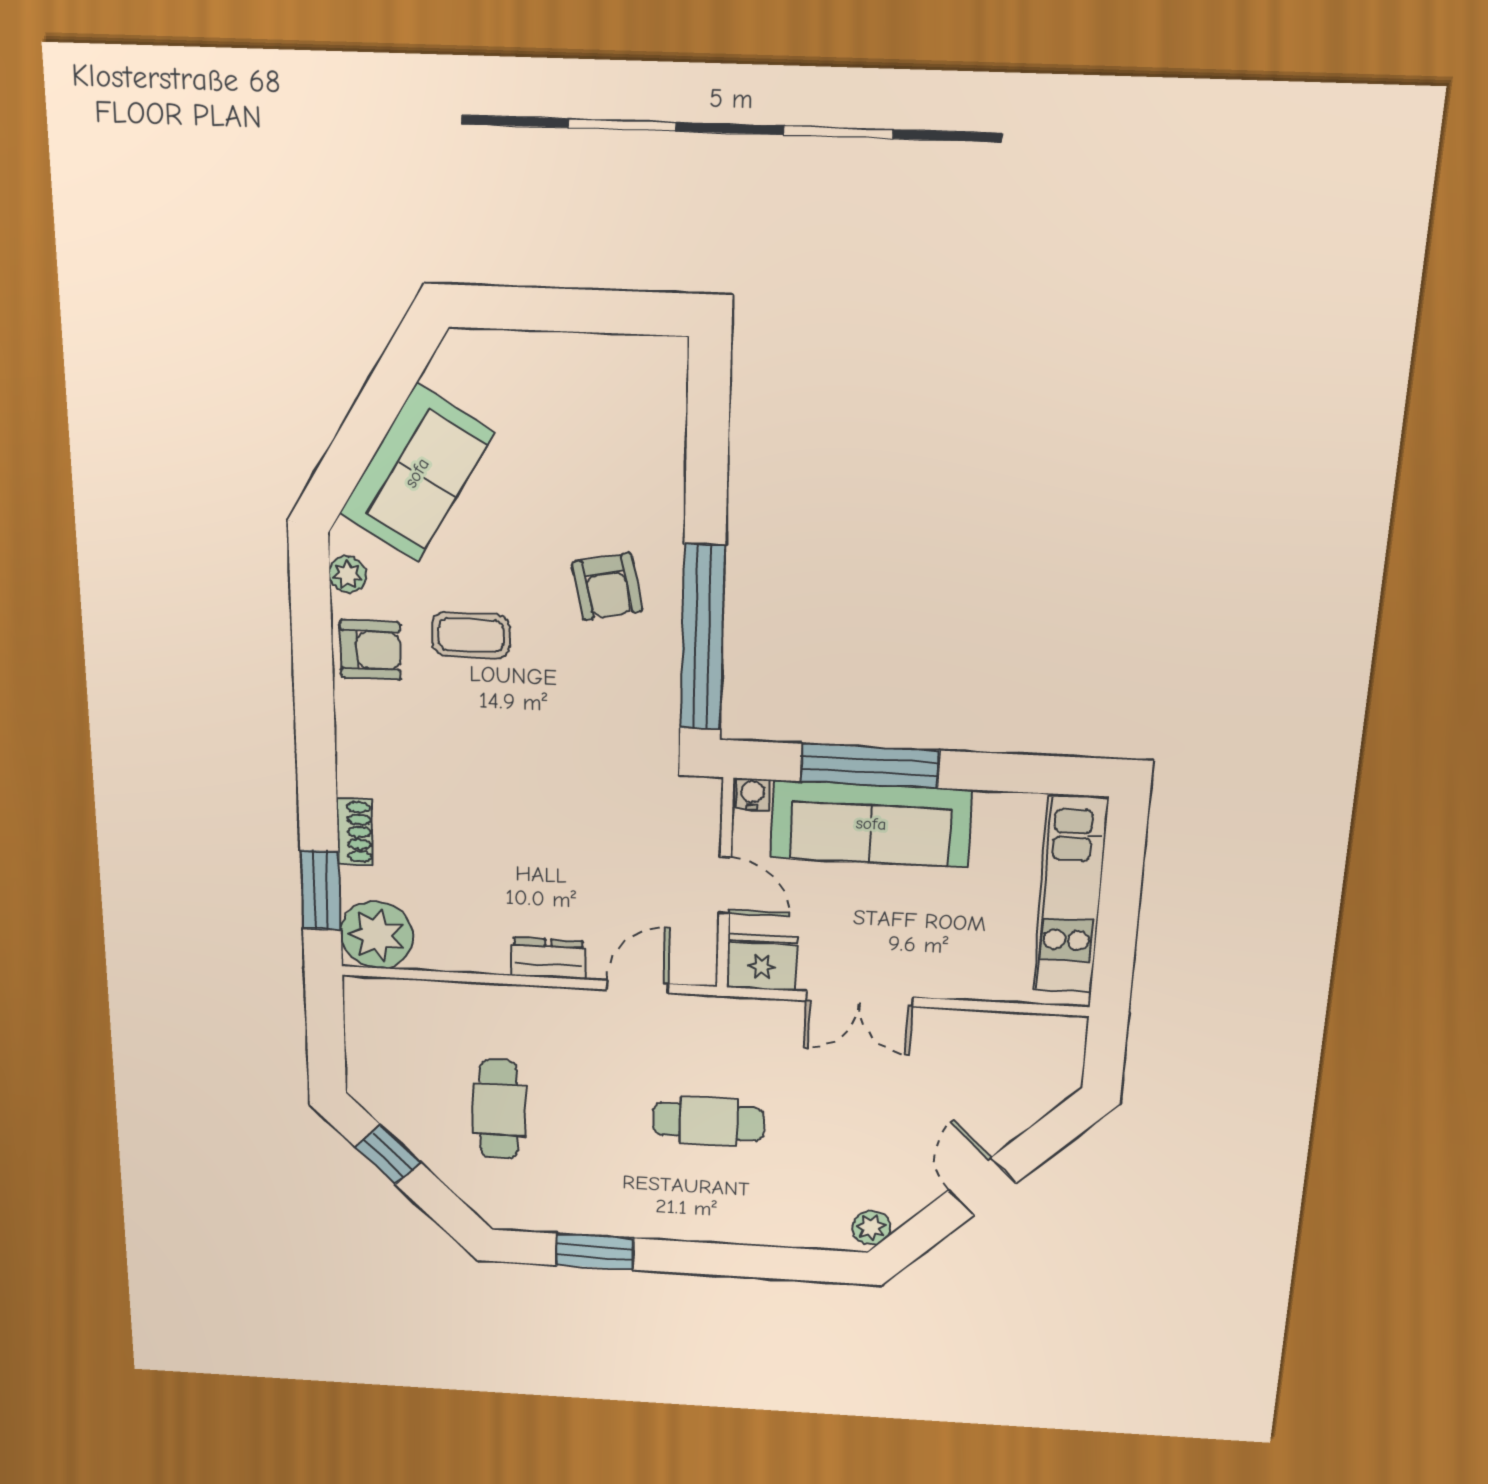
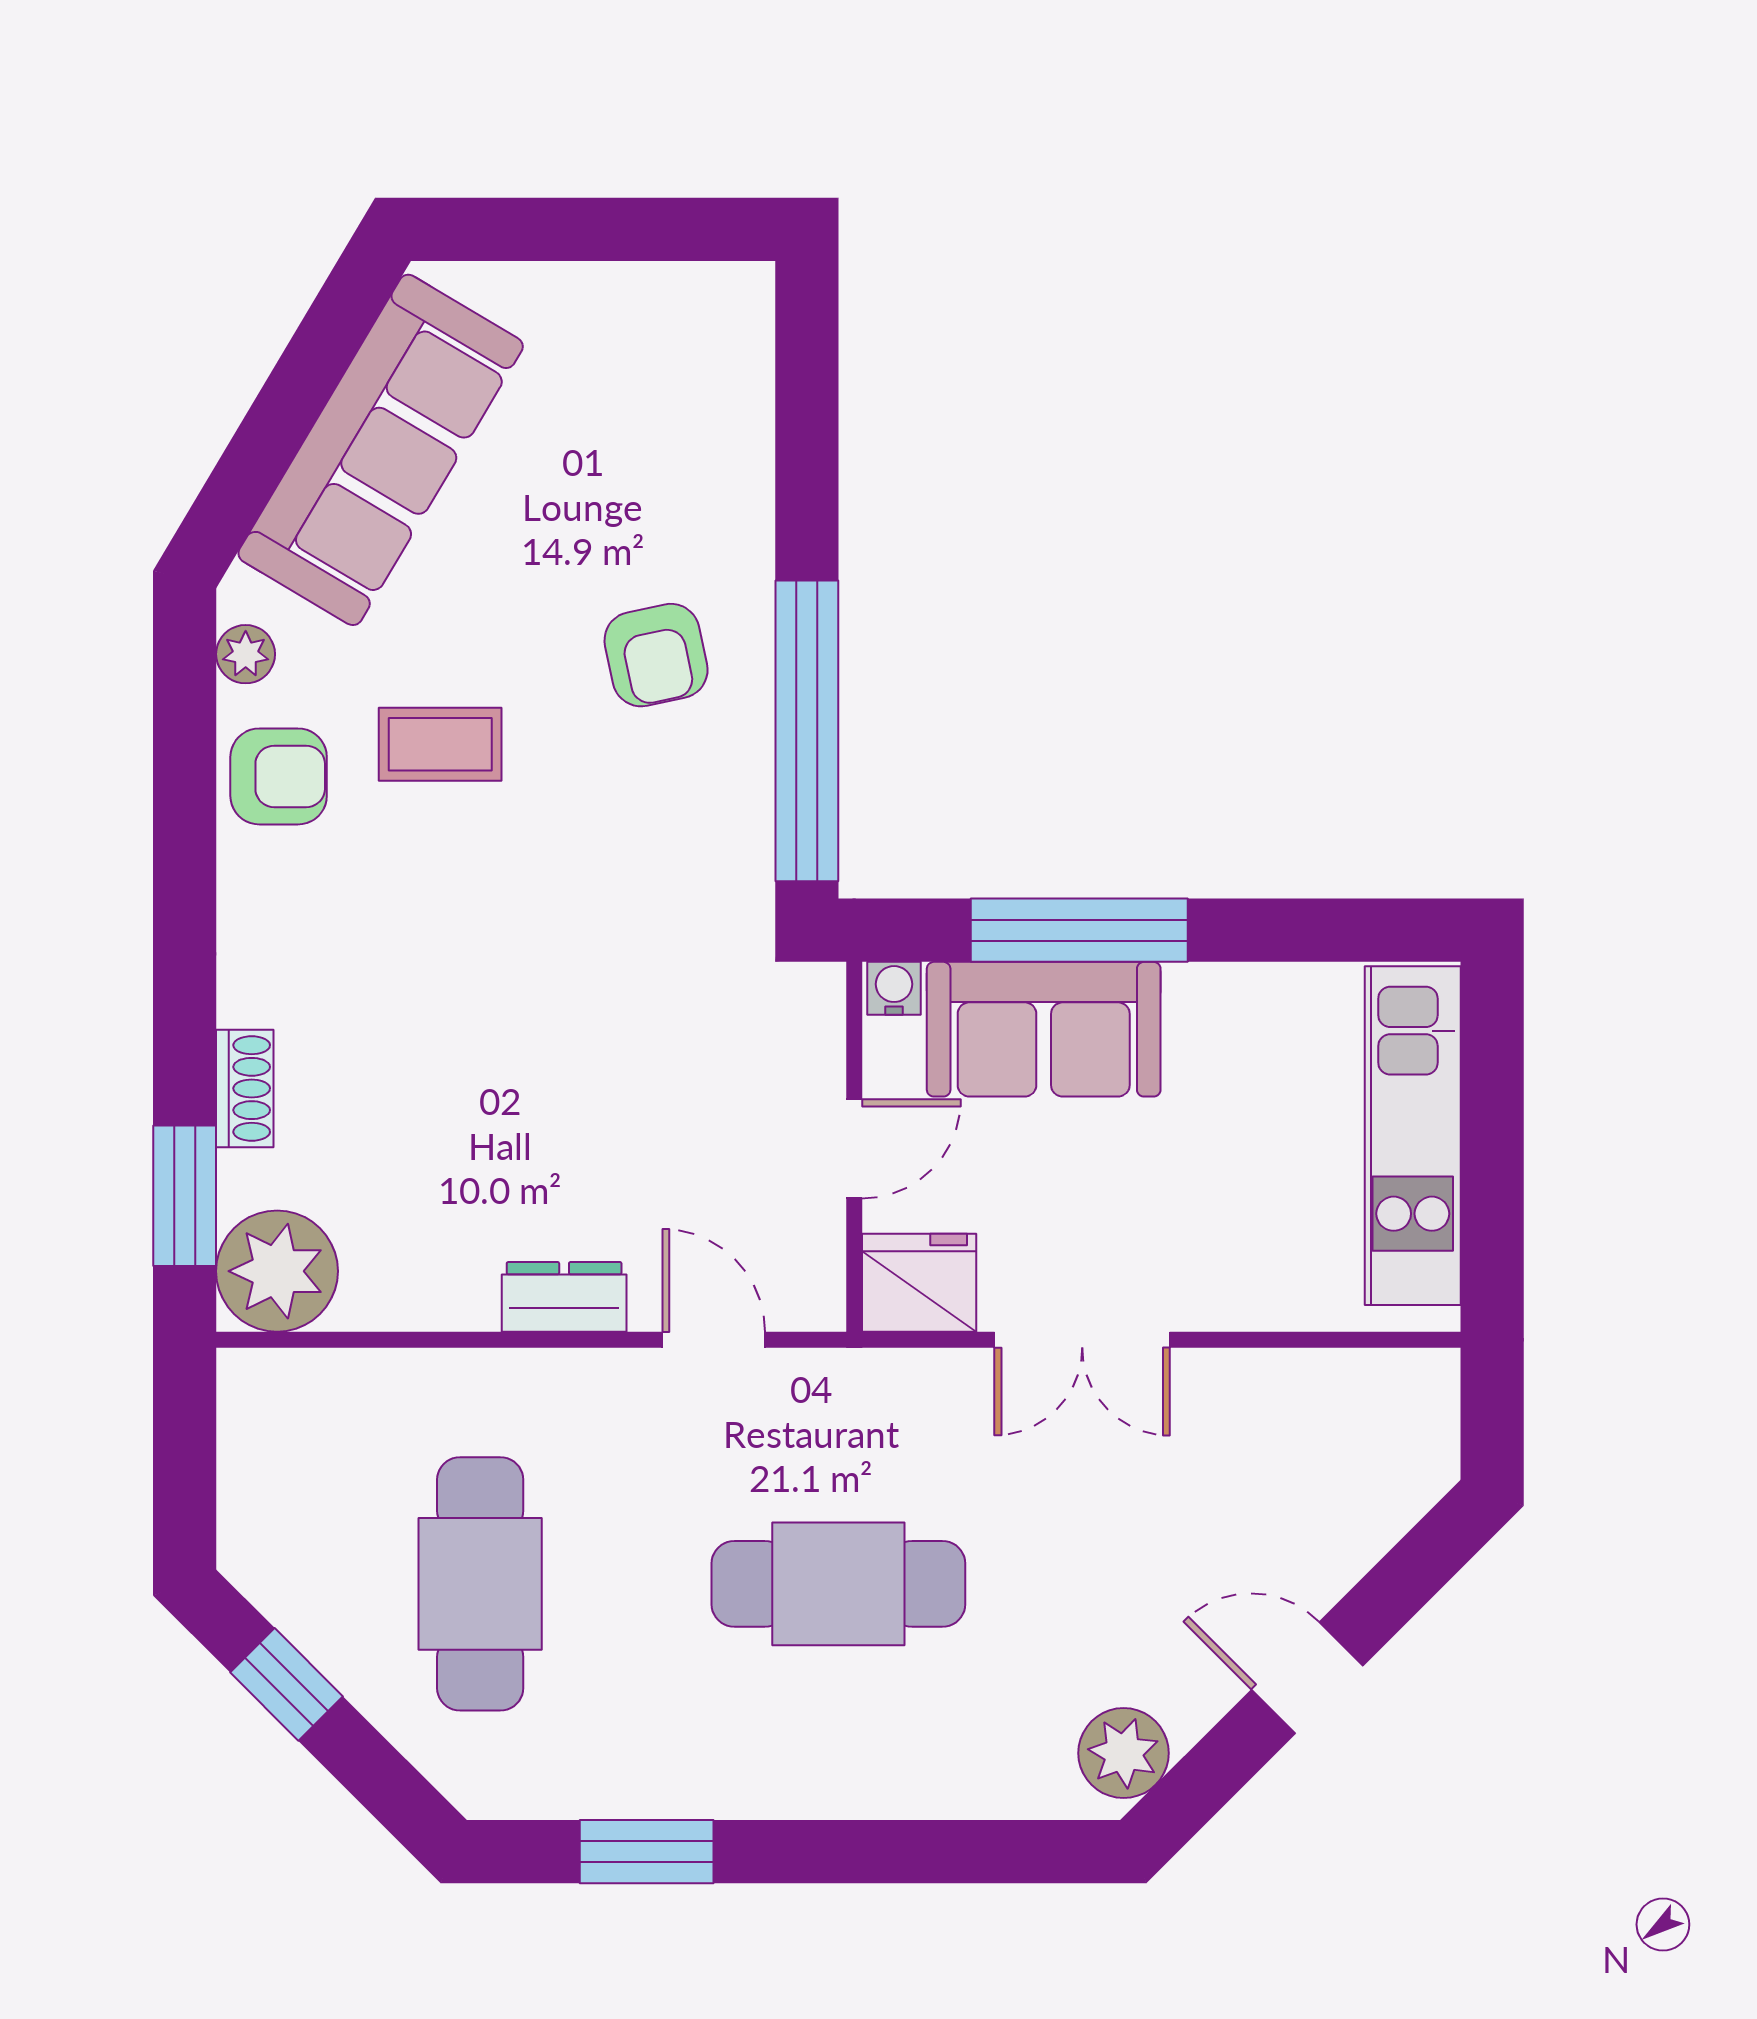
sofa: (417, 473) -> (381, 450), width x1.36
sofa: (871, 824) -> (1044, 1029), width x0.73
door: (725, 885) -> (854, 1149), hinge flipped
door: (637, 987) -> (714, 1340), hinge flipped
cafe table: (499, 1109) -> (480, 1584), width x1.37, depth x1.35
cafe table: (708, 1121) -> (838, 1584), width x1.37, depth x1.35
door: (982, 1187) -> (1307, 1678), hinge flipped
plant: (871, 1228) -> (1124, 1753), width x1.38, depth x1.38

